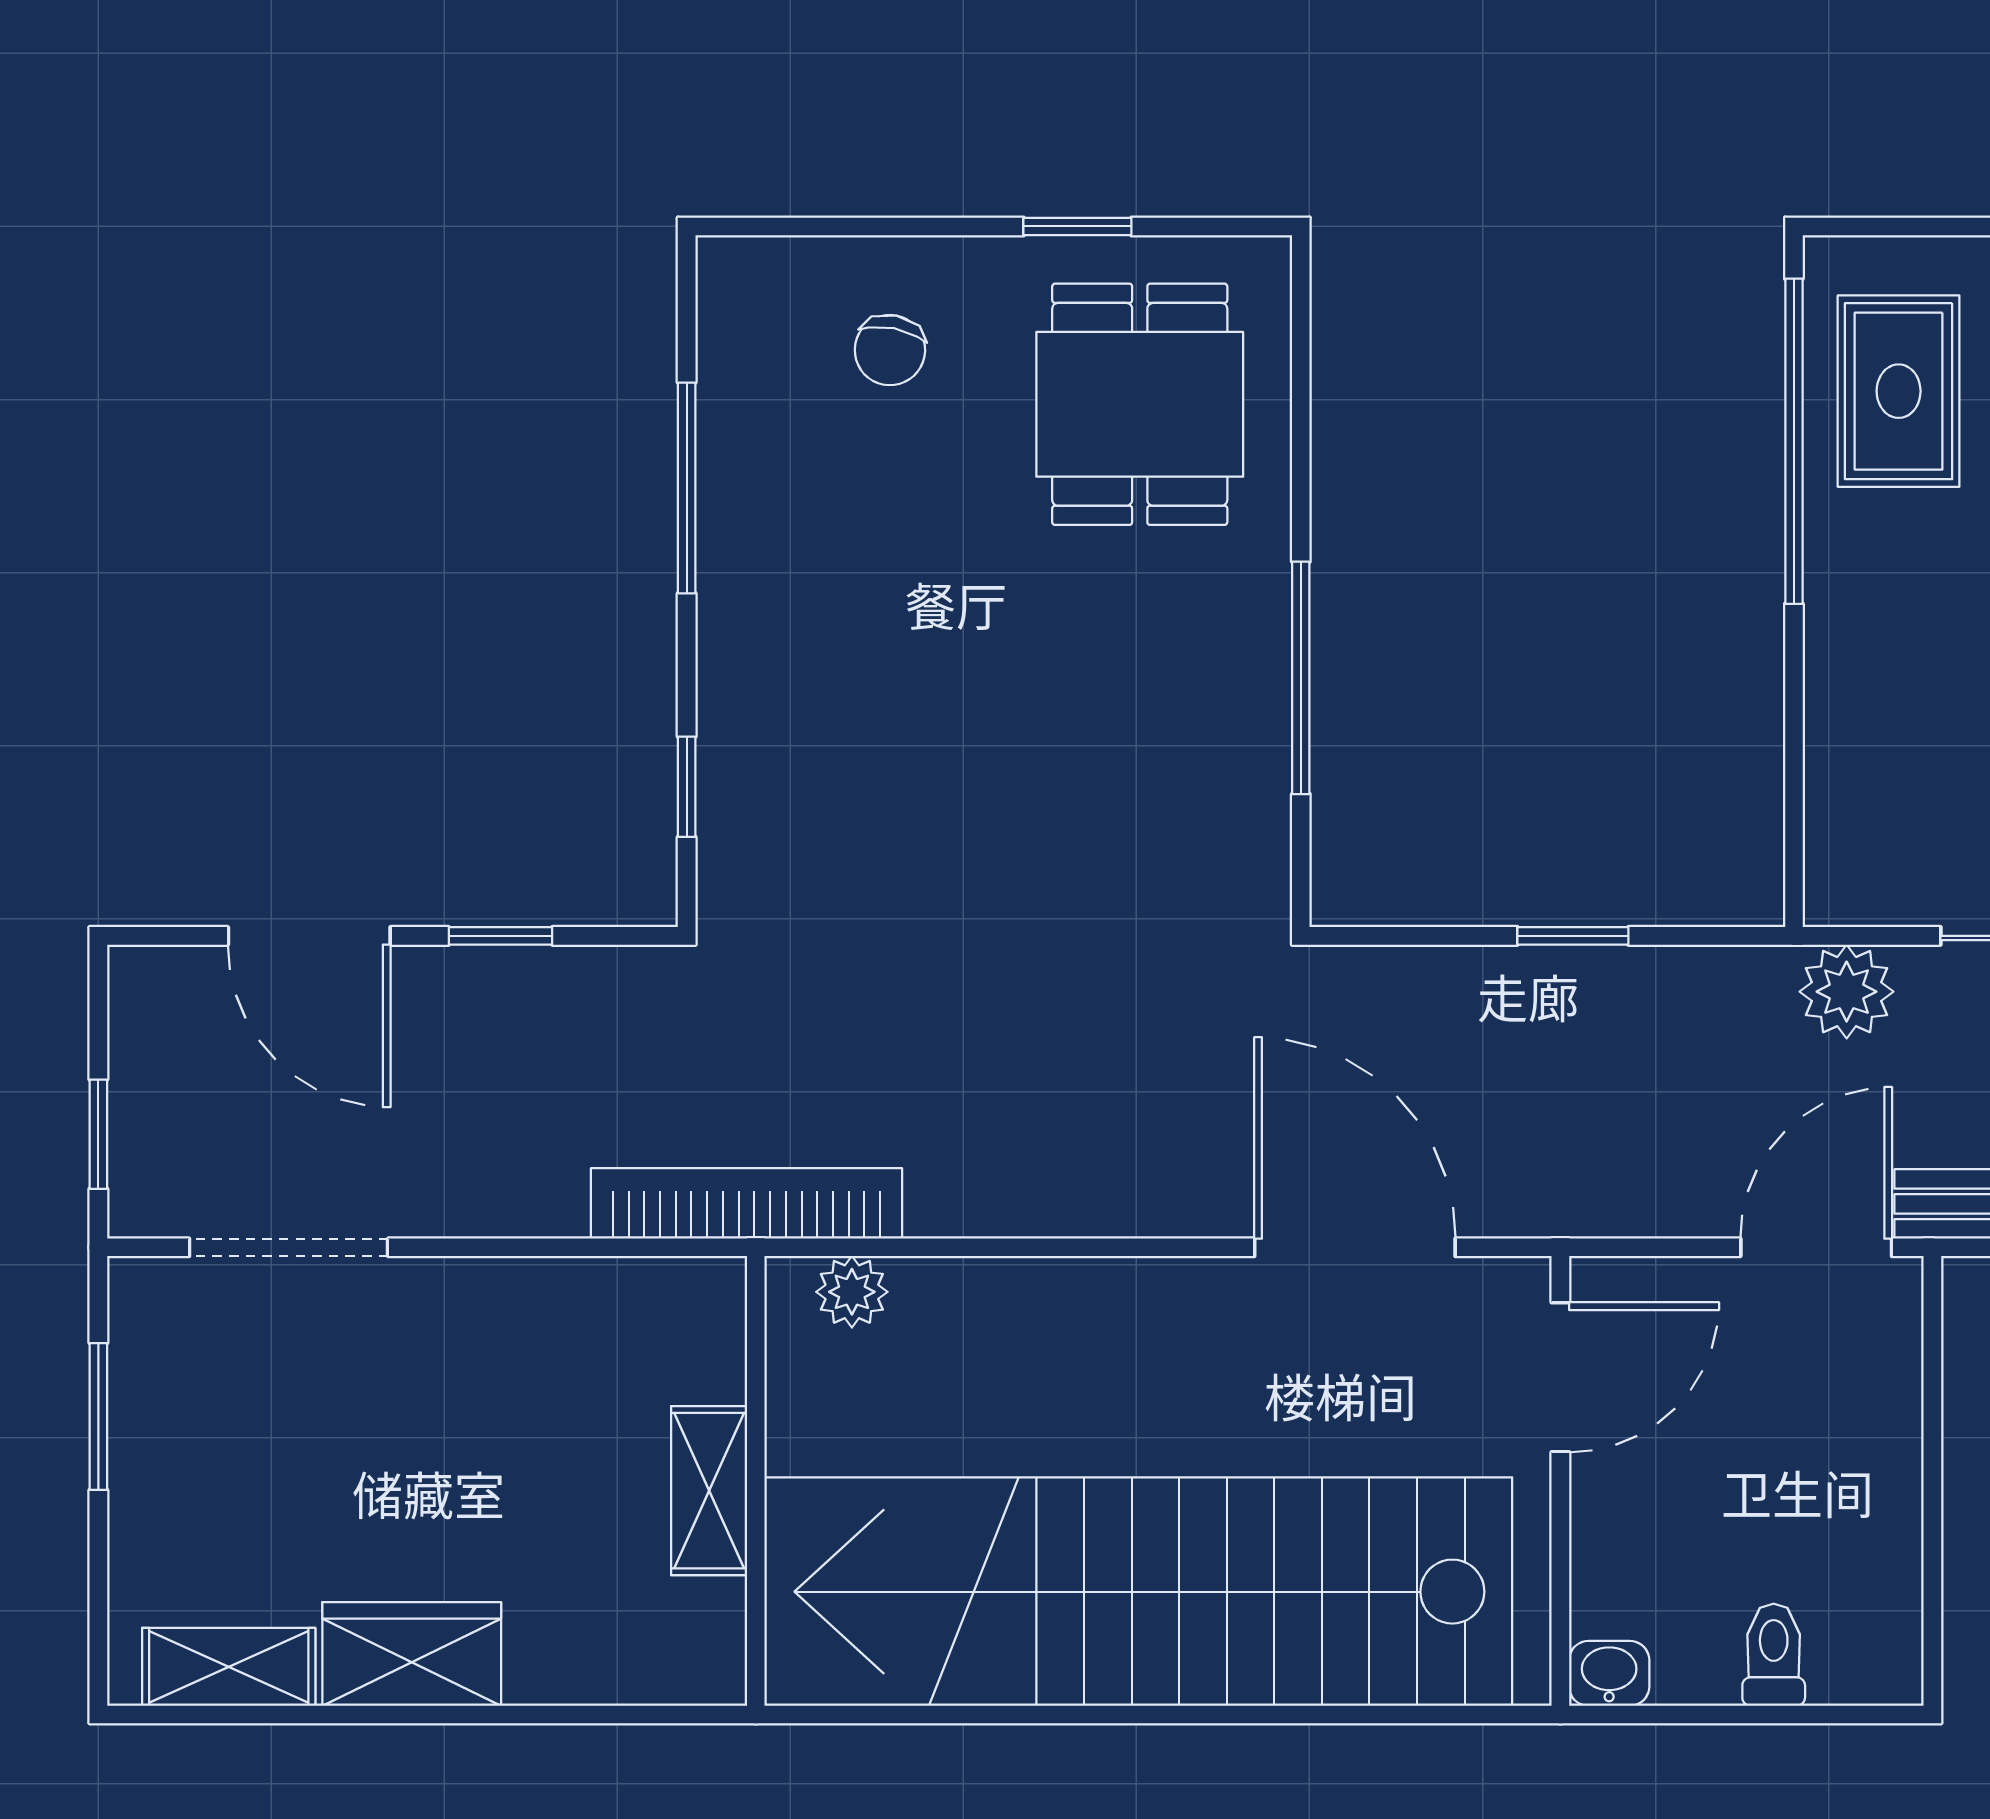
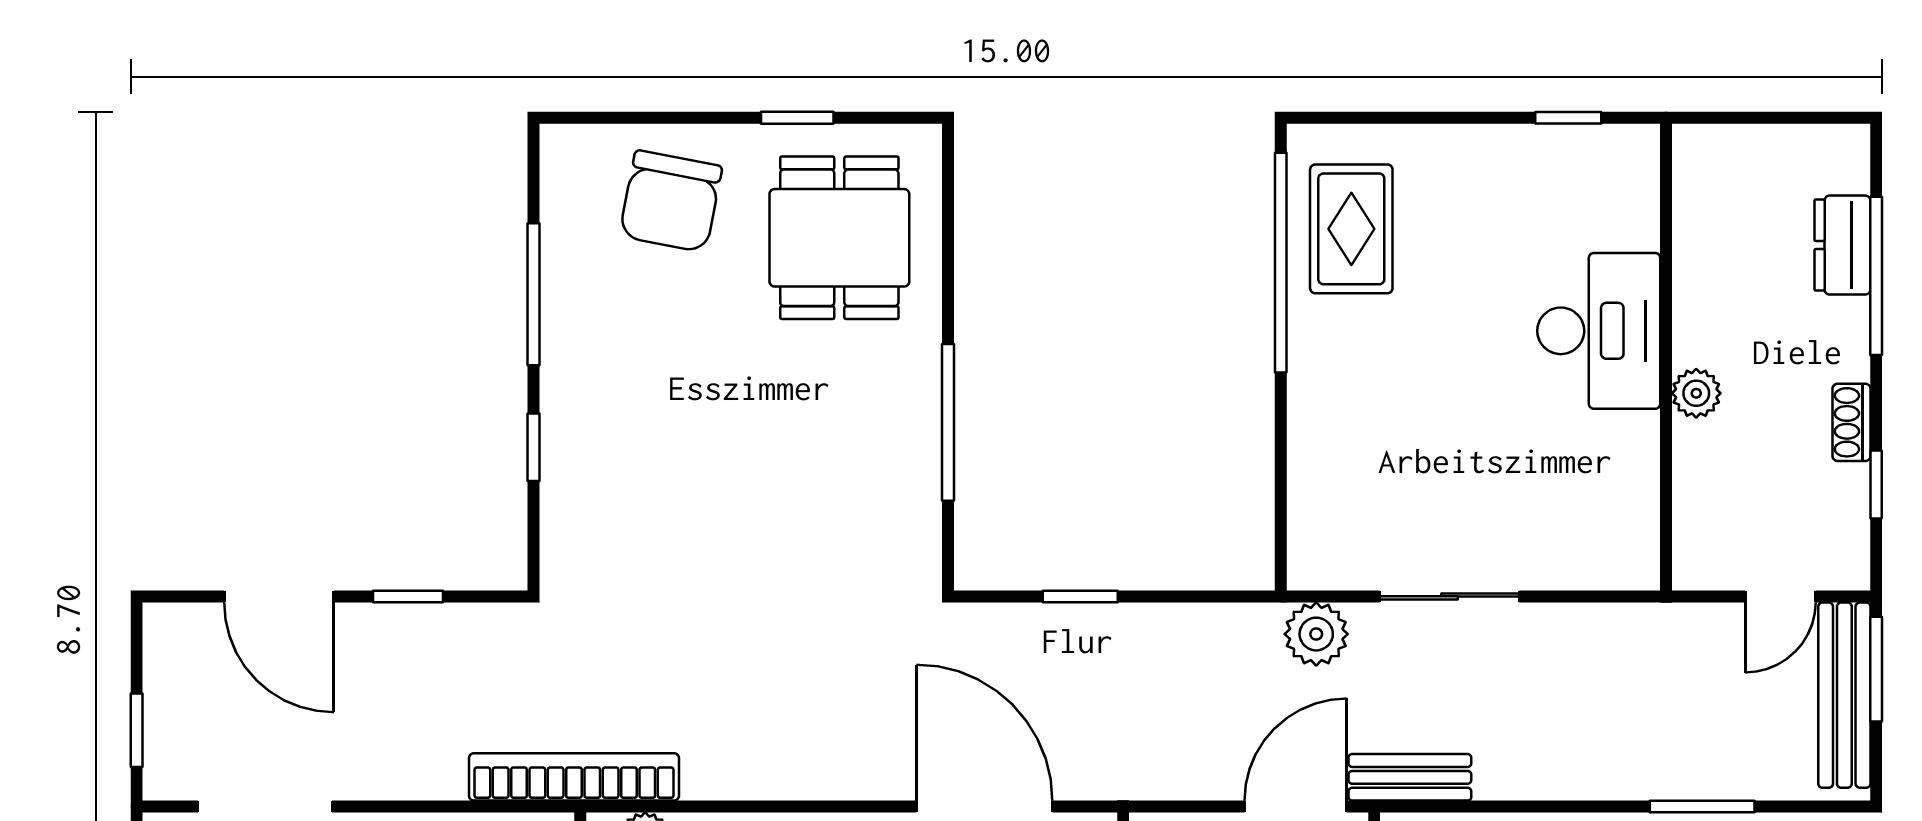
chair: (890, 350) -> (671, 201), width x1.87, depth x1.87
window: (687, 787) -> (534, 447), moved
window: (1573, 936) -> (1080, 596), moved

